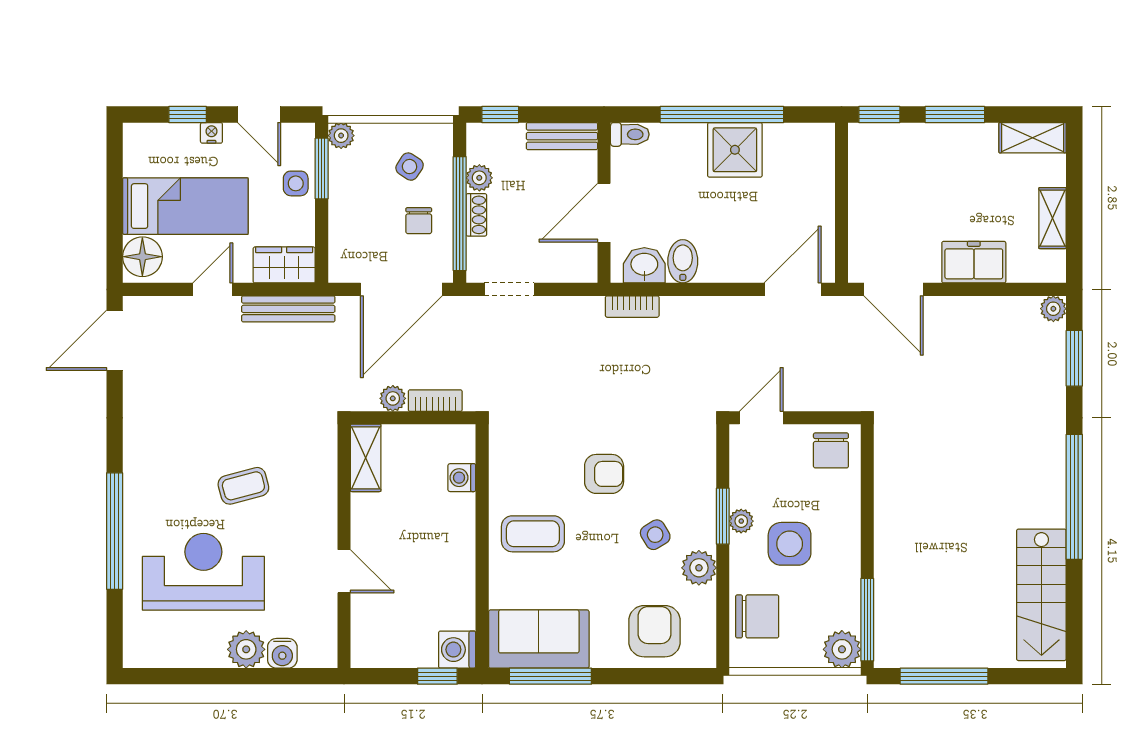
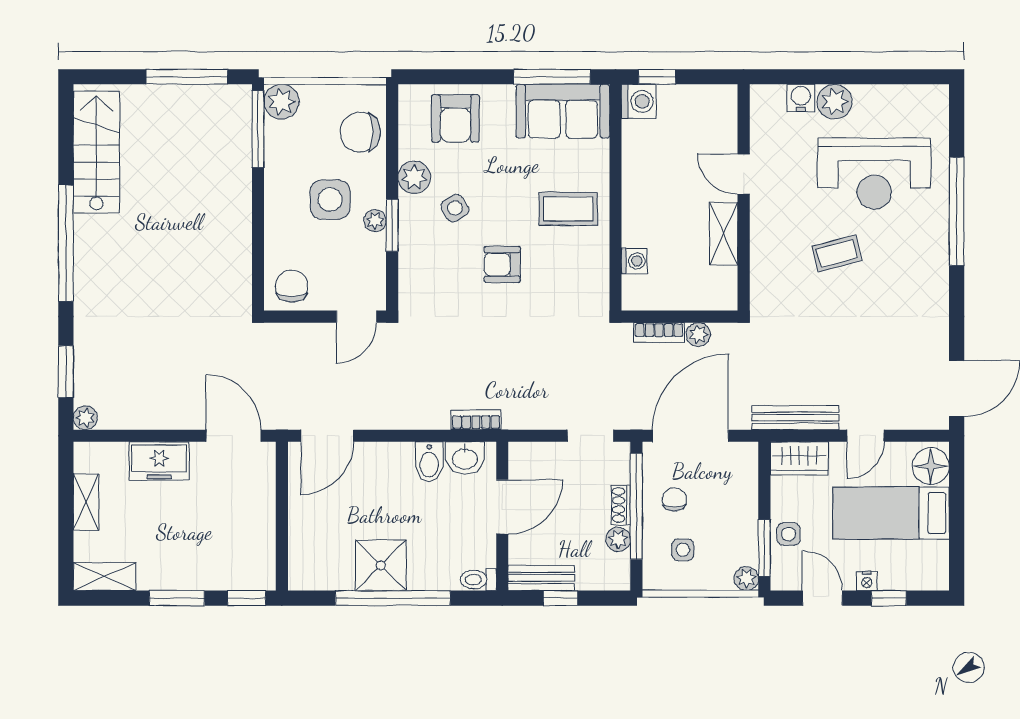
window: (500, 114) -> (561, 598), moved
side table: (410, 167) -> (683, 550), turned -33
shelving: (366, 458) -> (724, 234), moved

